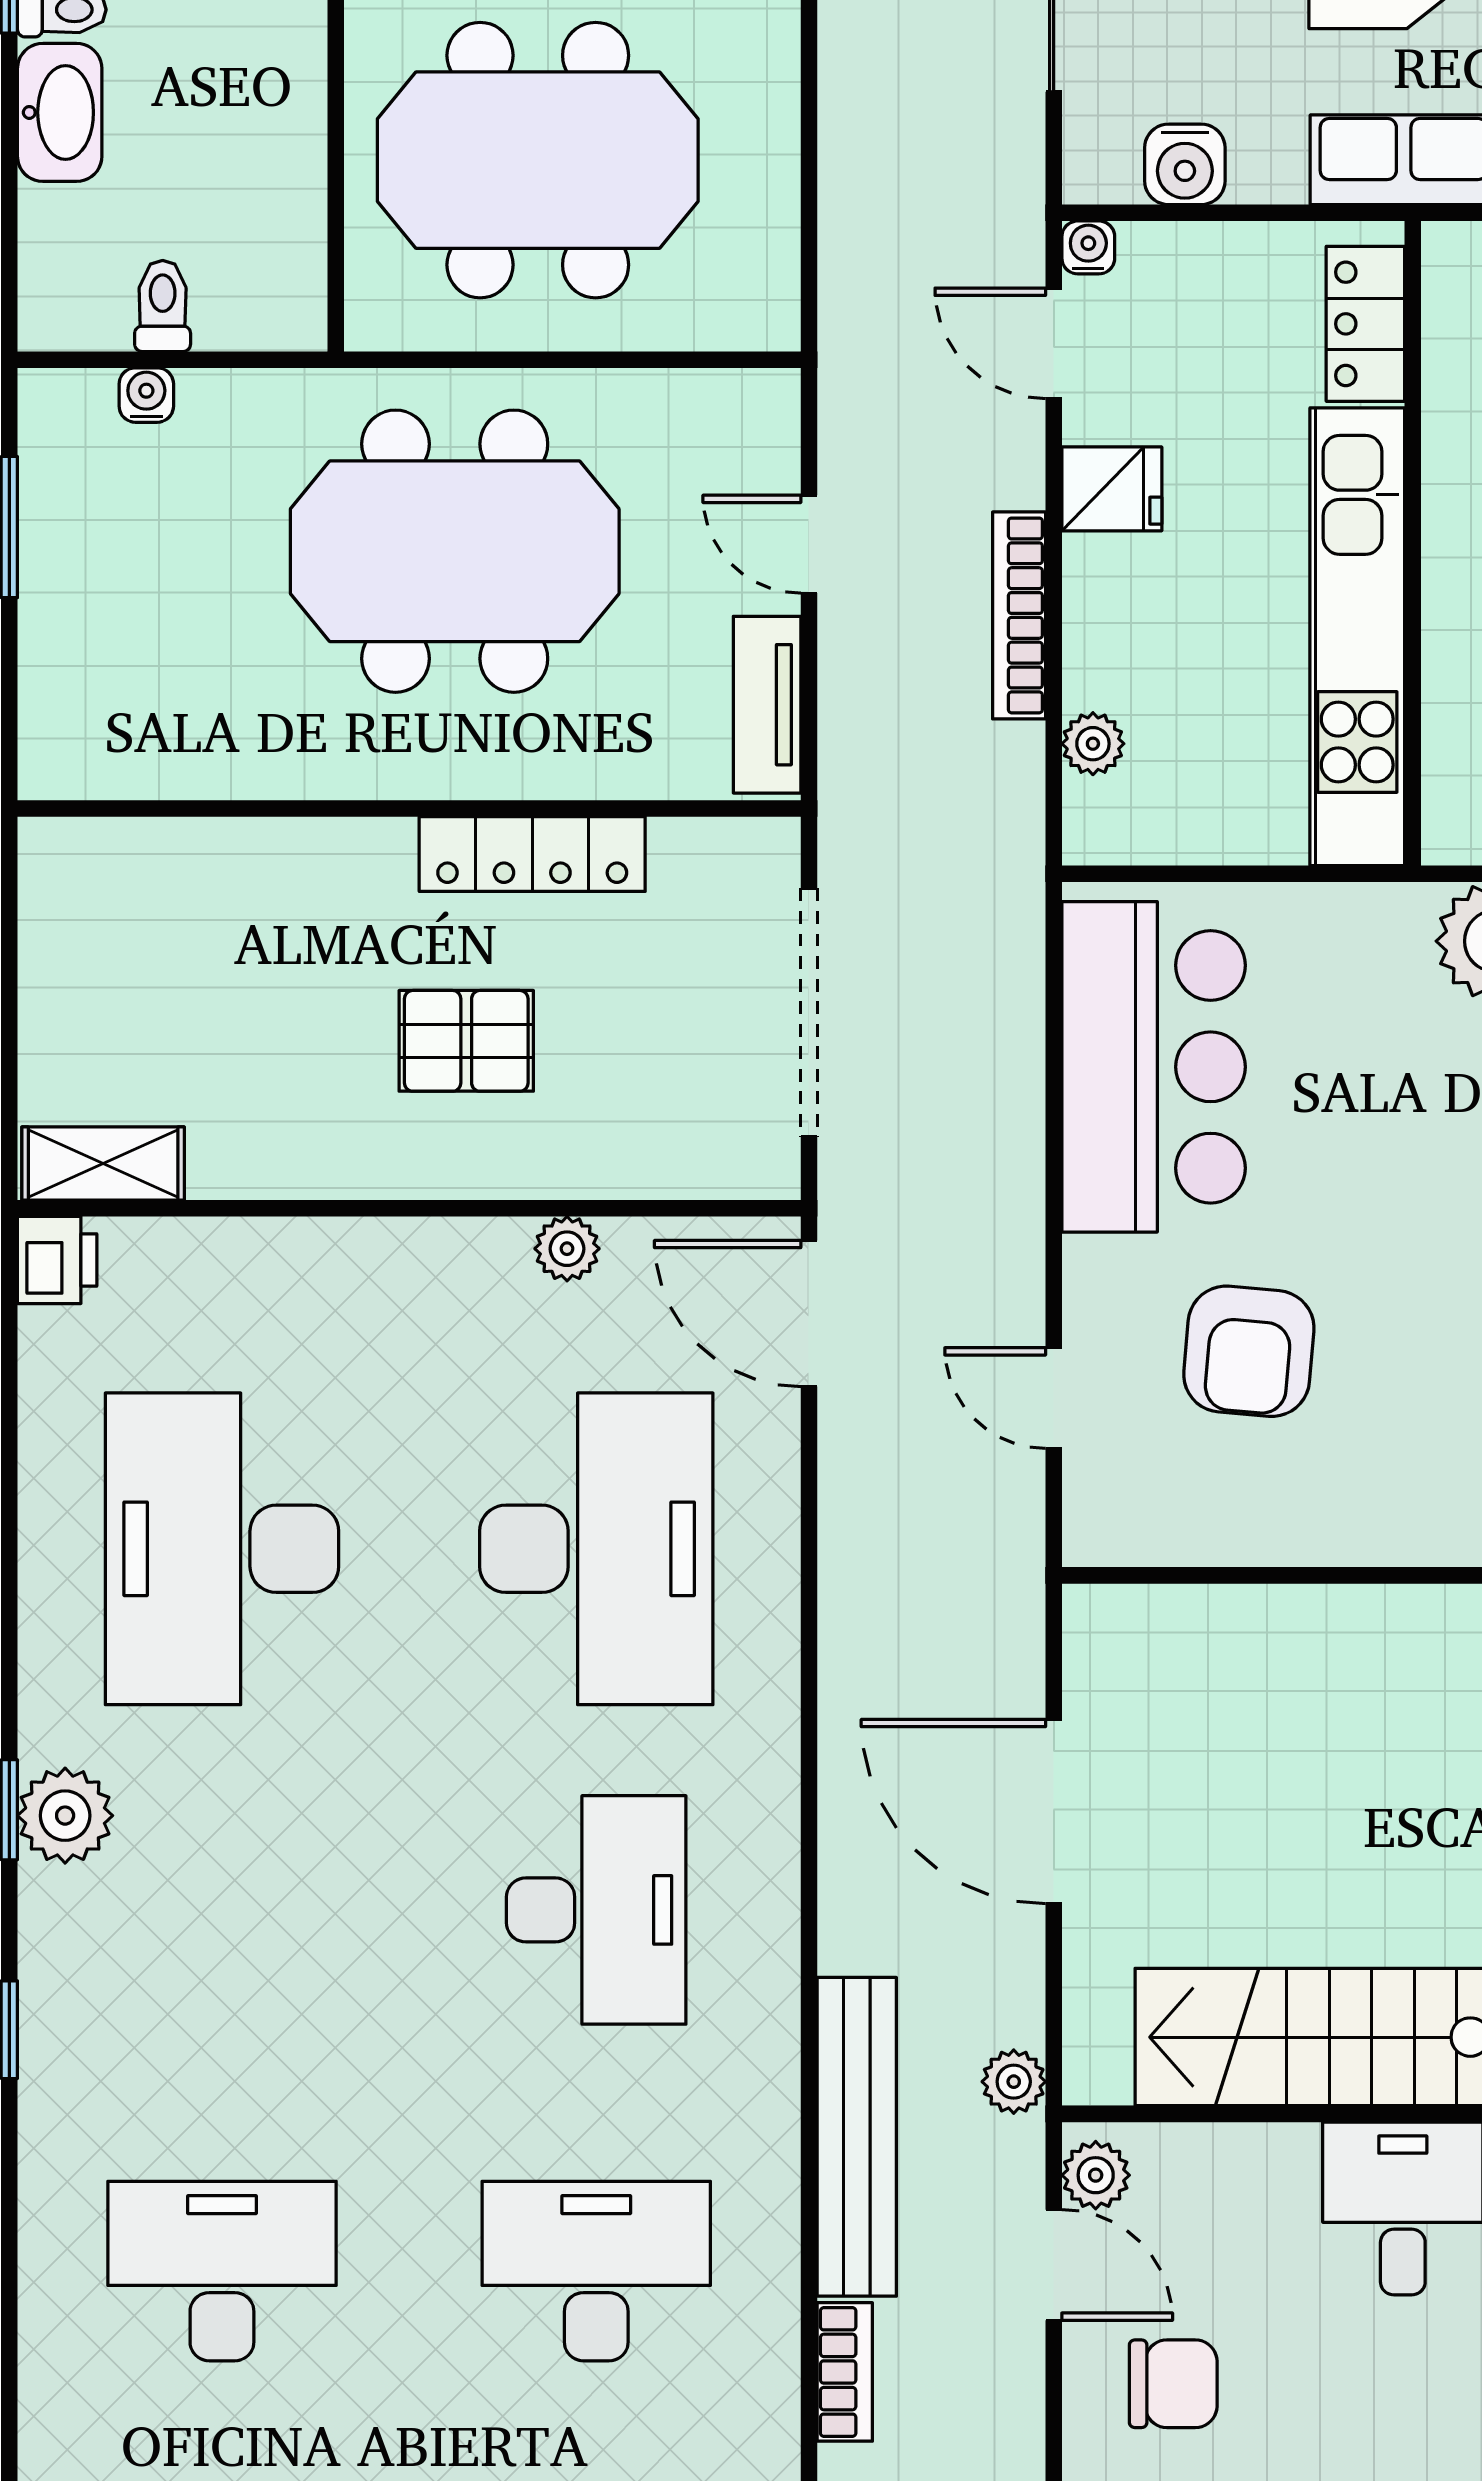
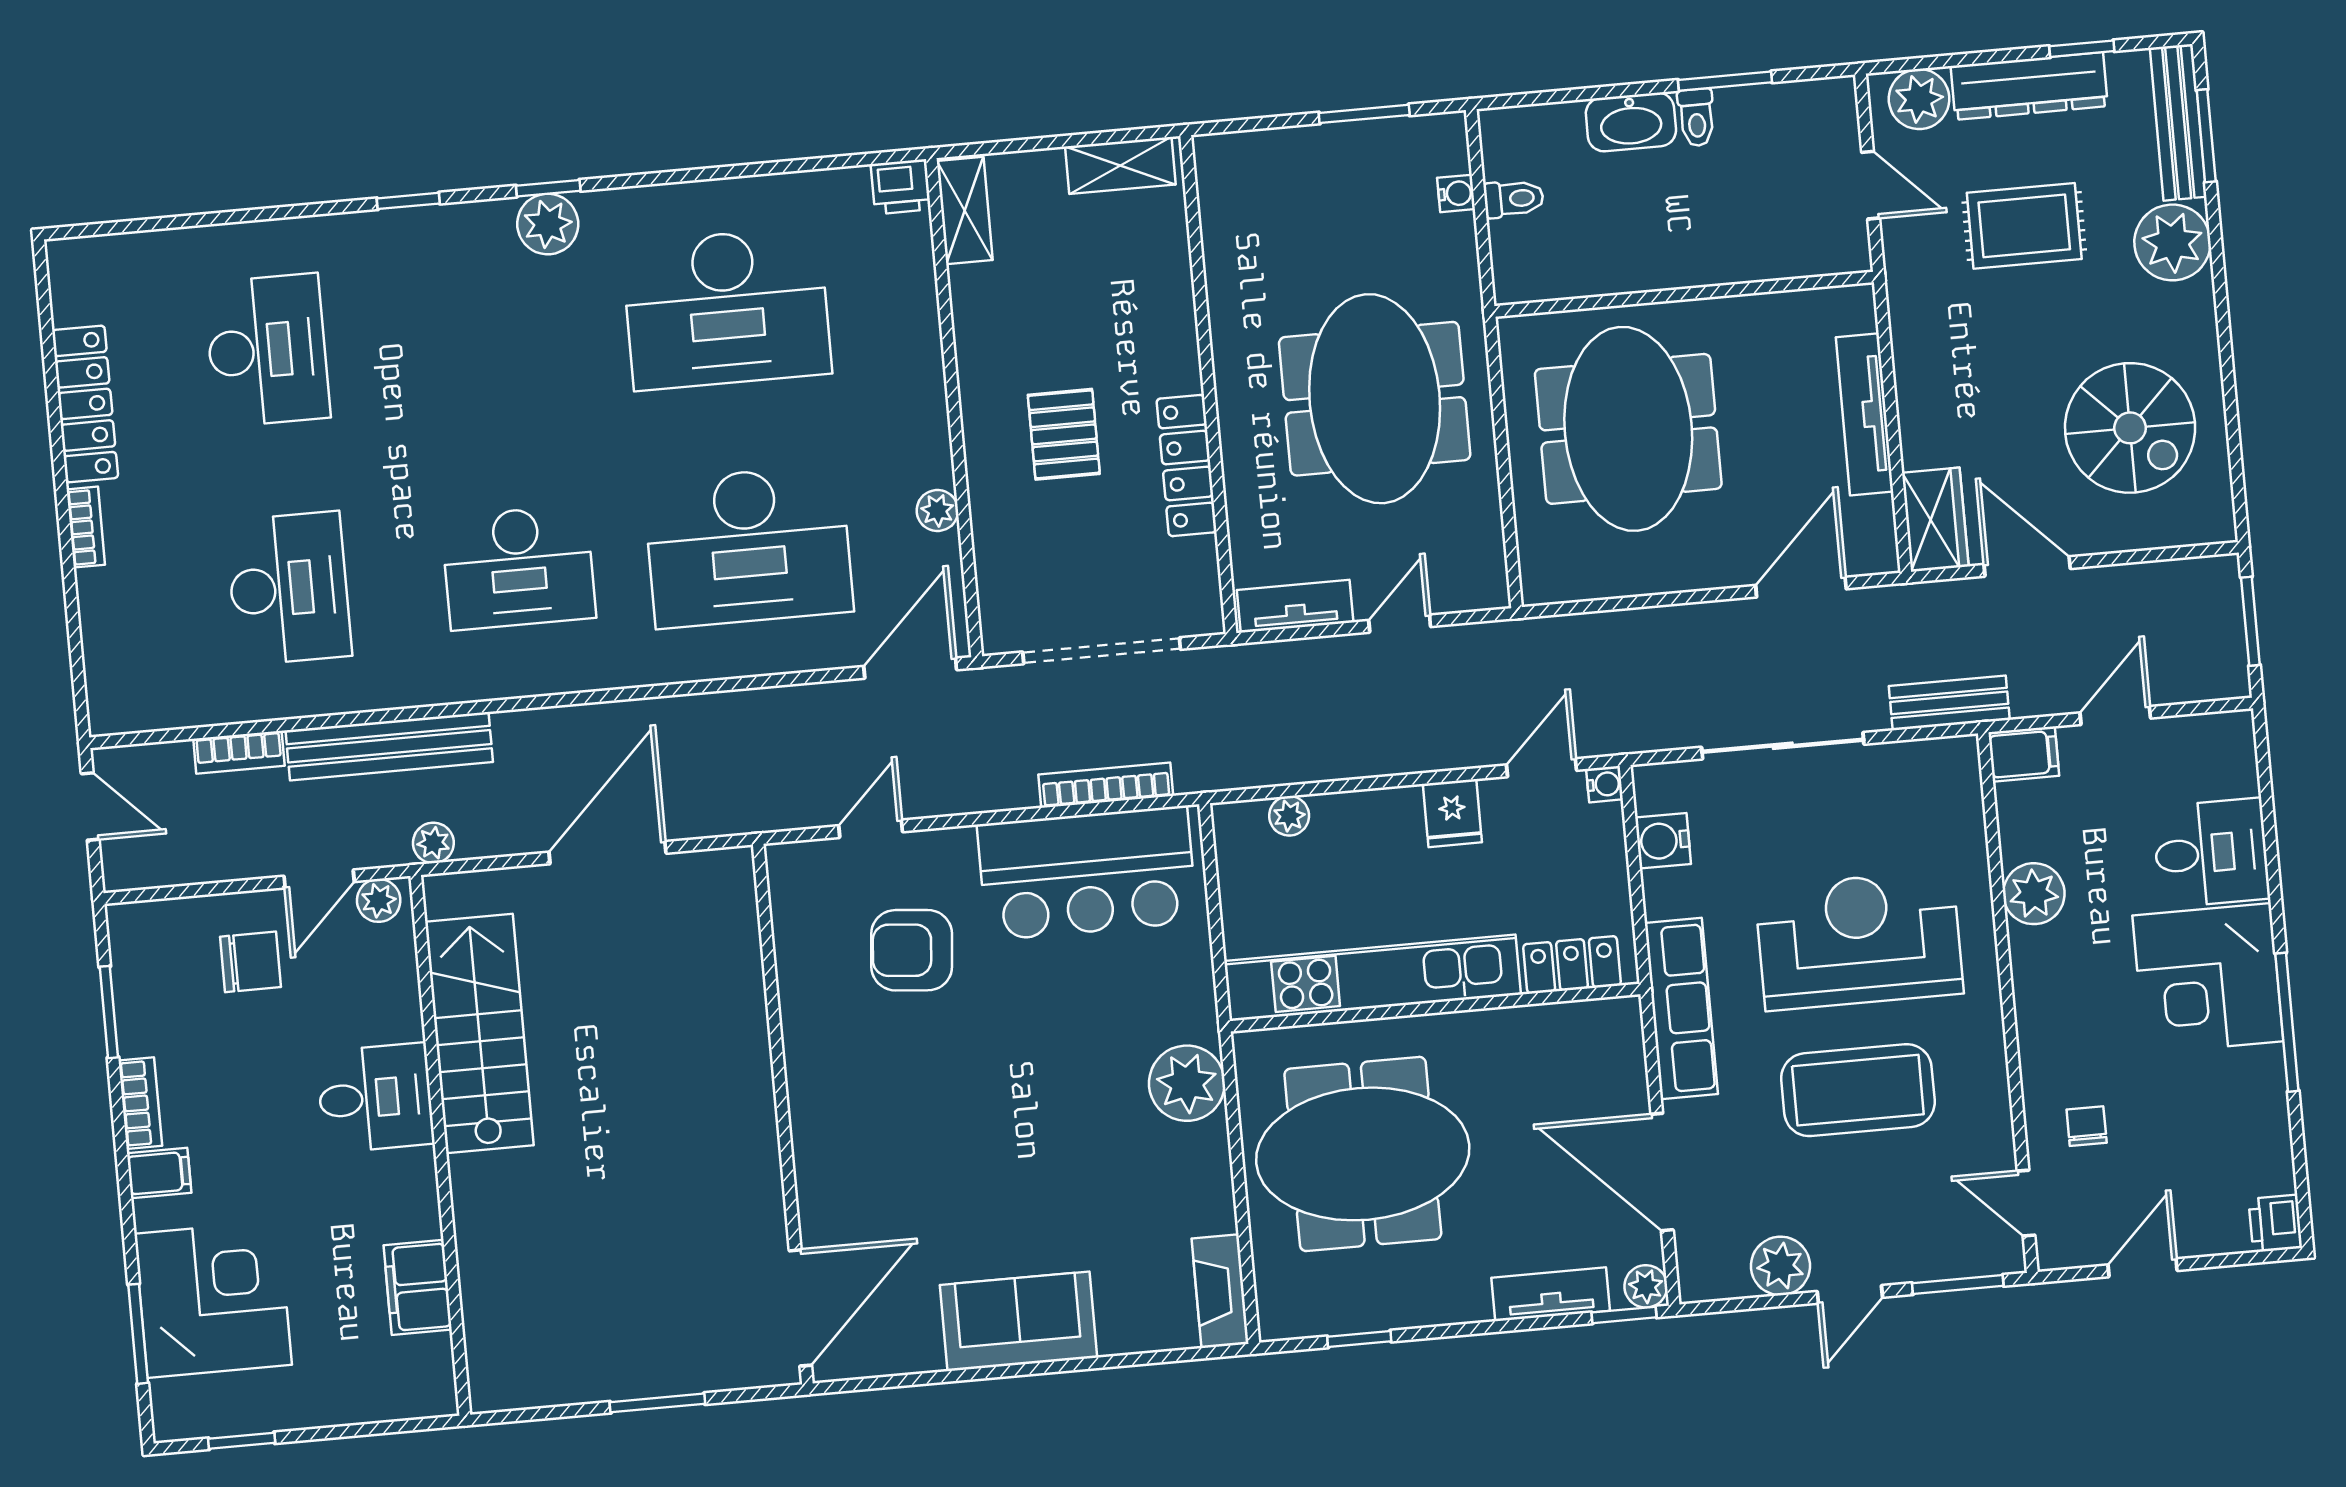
bookcase: (1019, 615) -> (1106, 785), moved
shelving: (55, 915) -> (1120, 165), added
desk: (222, 1549) -> (727, 308), turned 180
chair: (1173, 2384) -> (250, 962), turned -90

